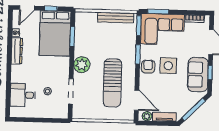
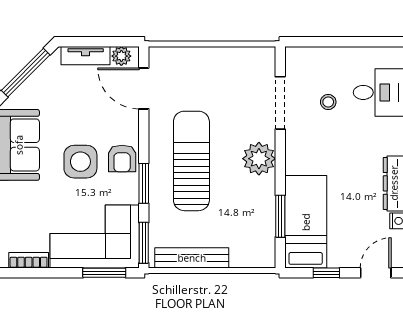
bed: (55, 33) -> (306, 222), width x0.67
sun lounger: (112, 83) -> (191, 161), moved

